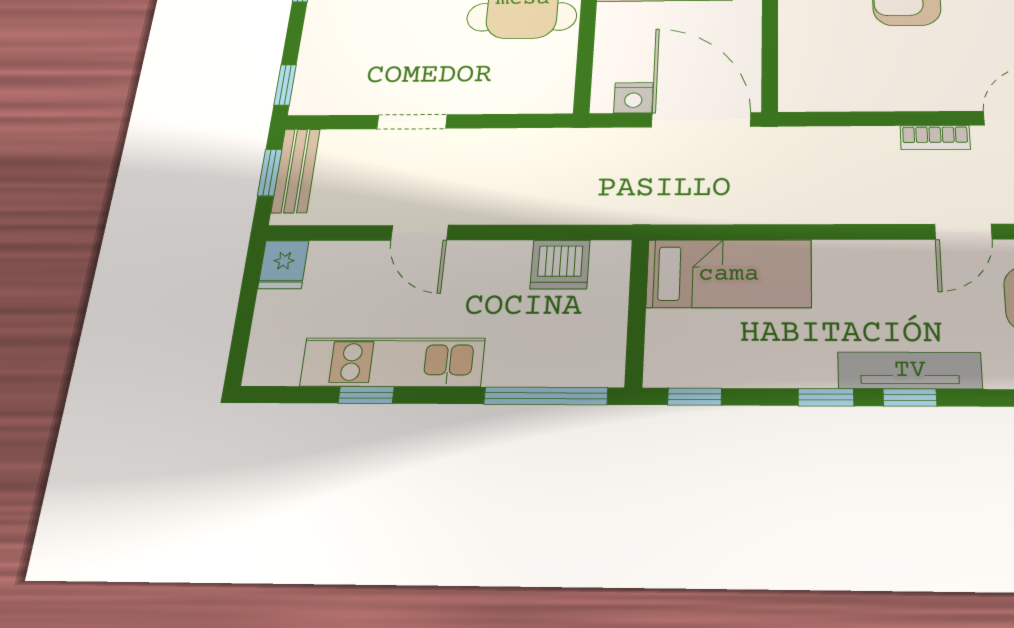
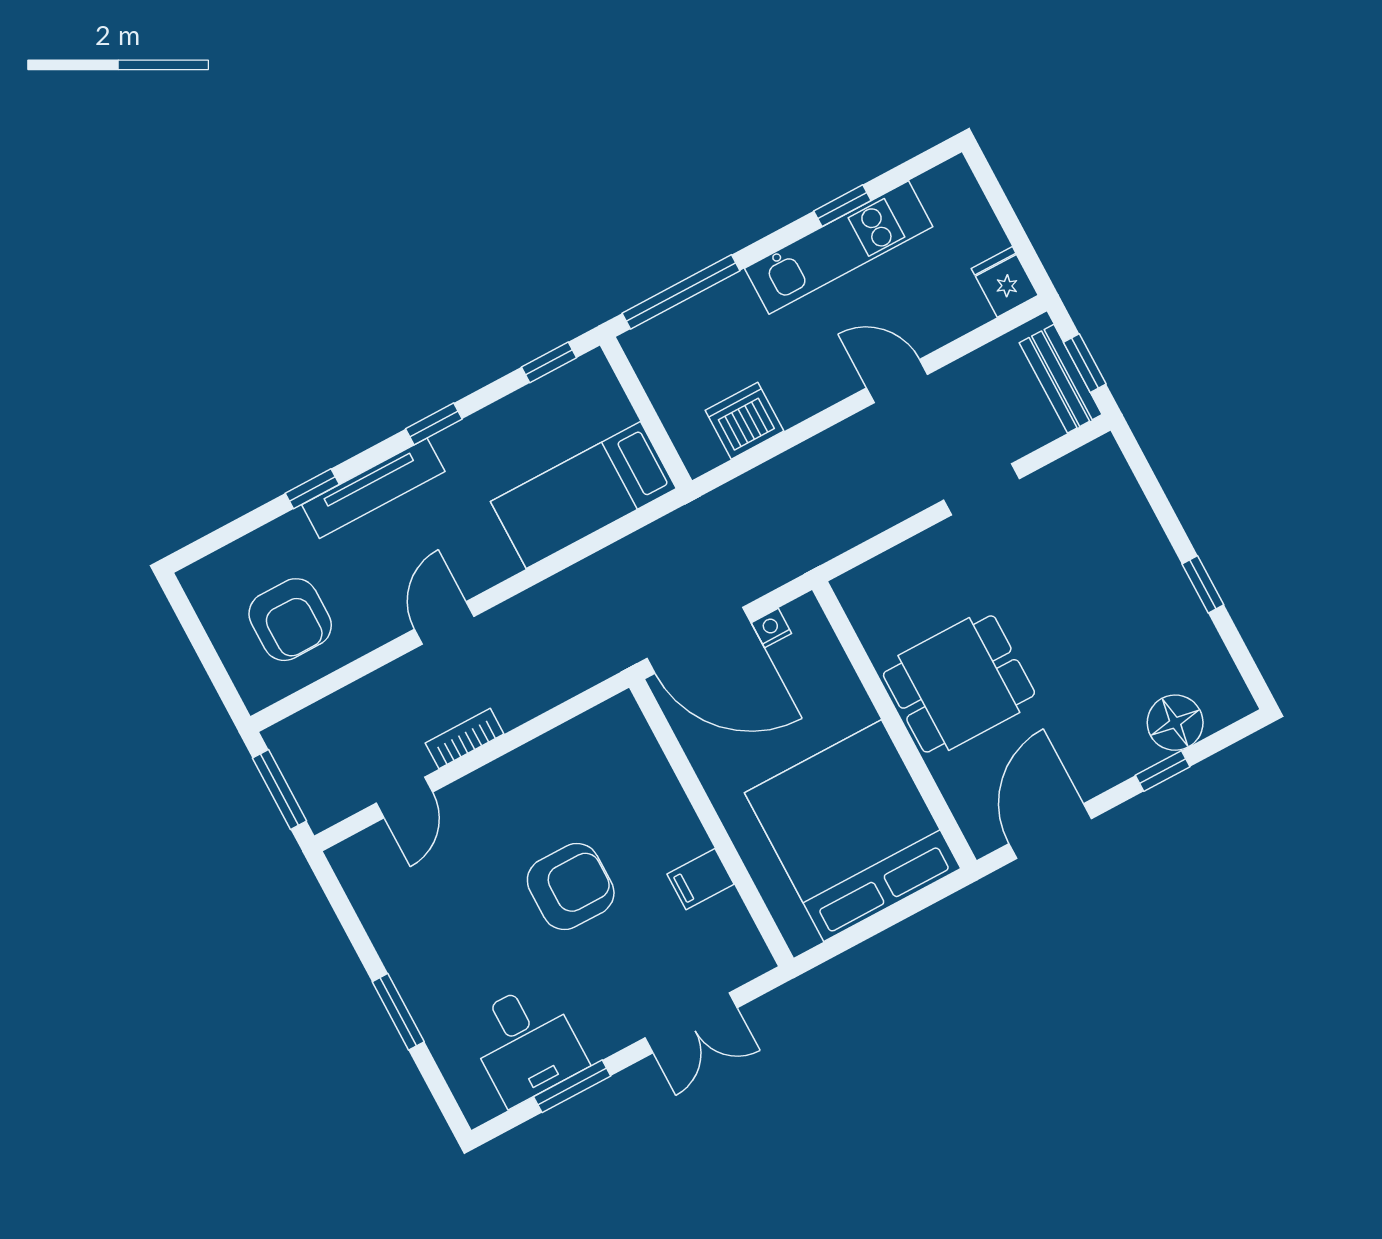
window: (285, 85) -> (1137, 461), removed
nightstand: (633, 98) -> (771, 628), width x0.72, depth x0.74
door: (963, 232) -> (444, 623), moved
window: (910, 398) -> (312, 489), moved

